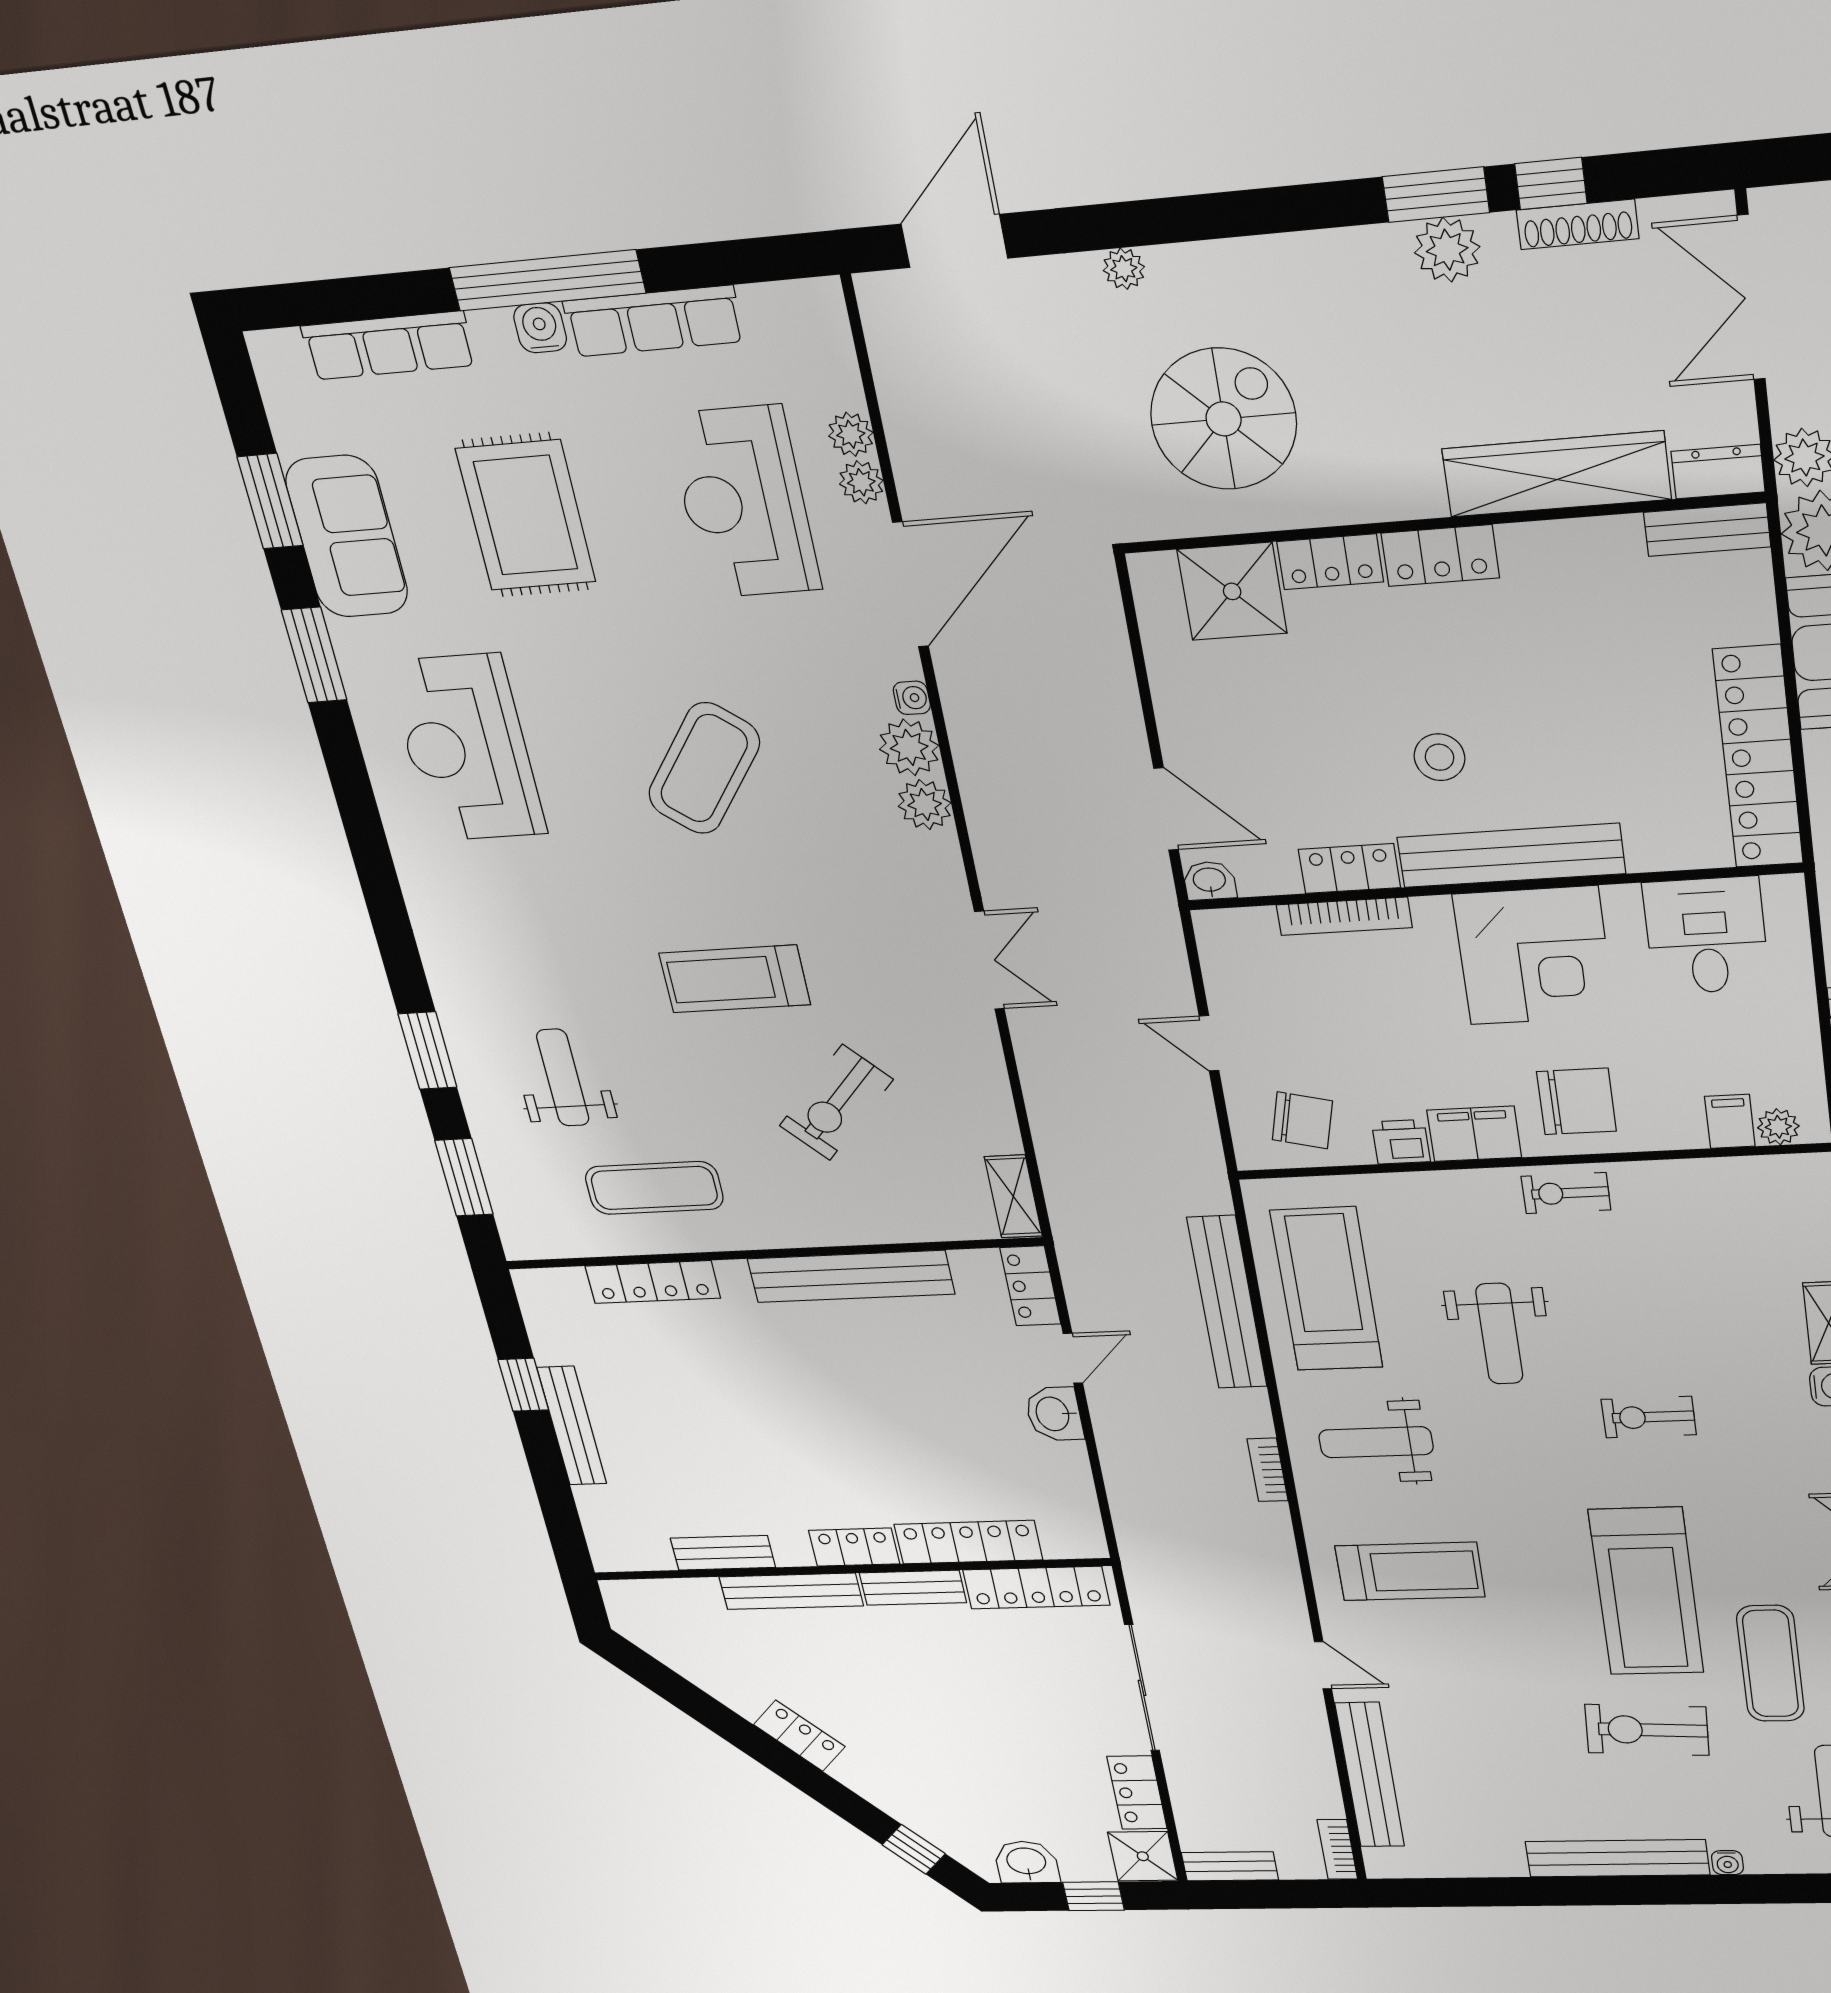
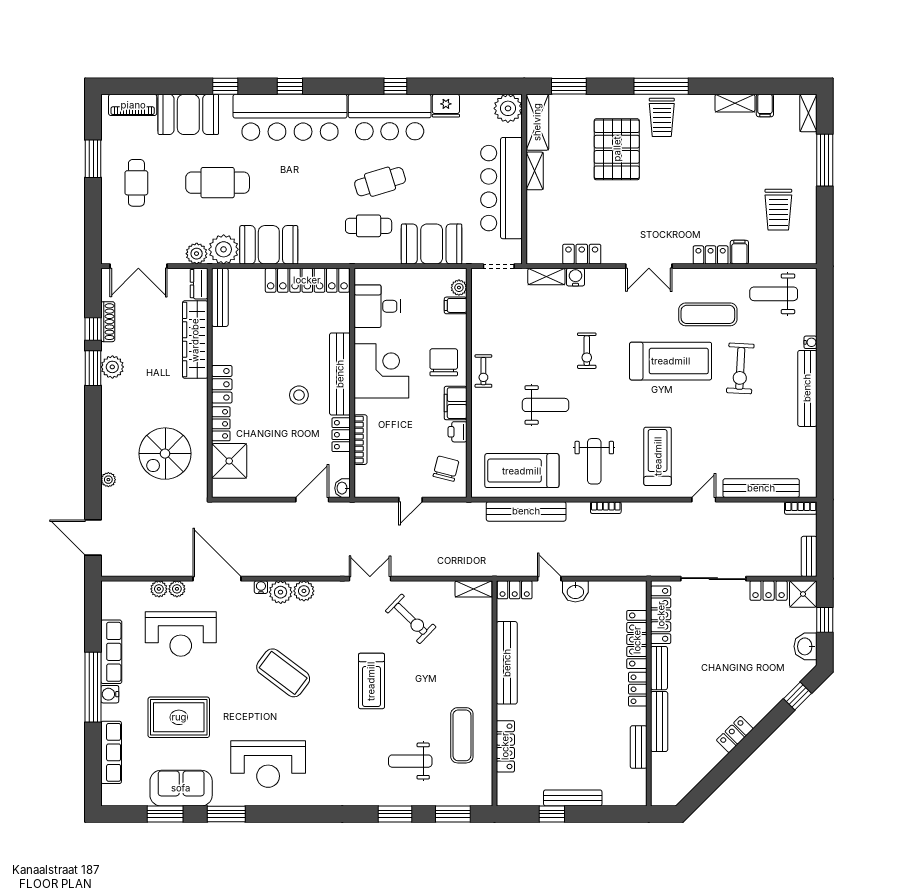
spiral stairs: (1224, 419) -> (165, 454), turned -90
bench: (1707, 530) -> (220, 297), width x1.36
exercise bike: (836, 1103) -> (411, 619), moved

